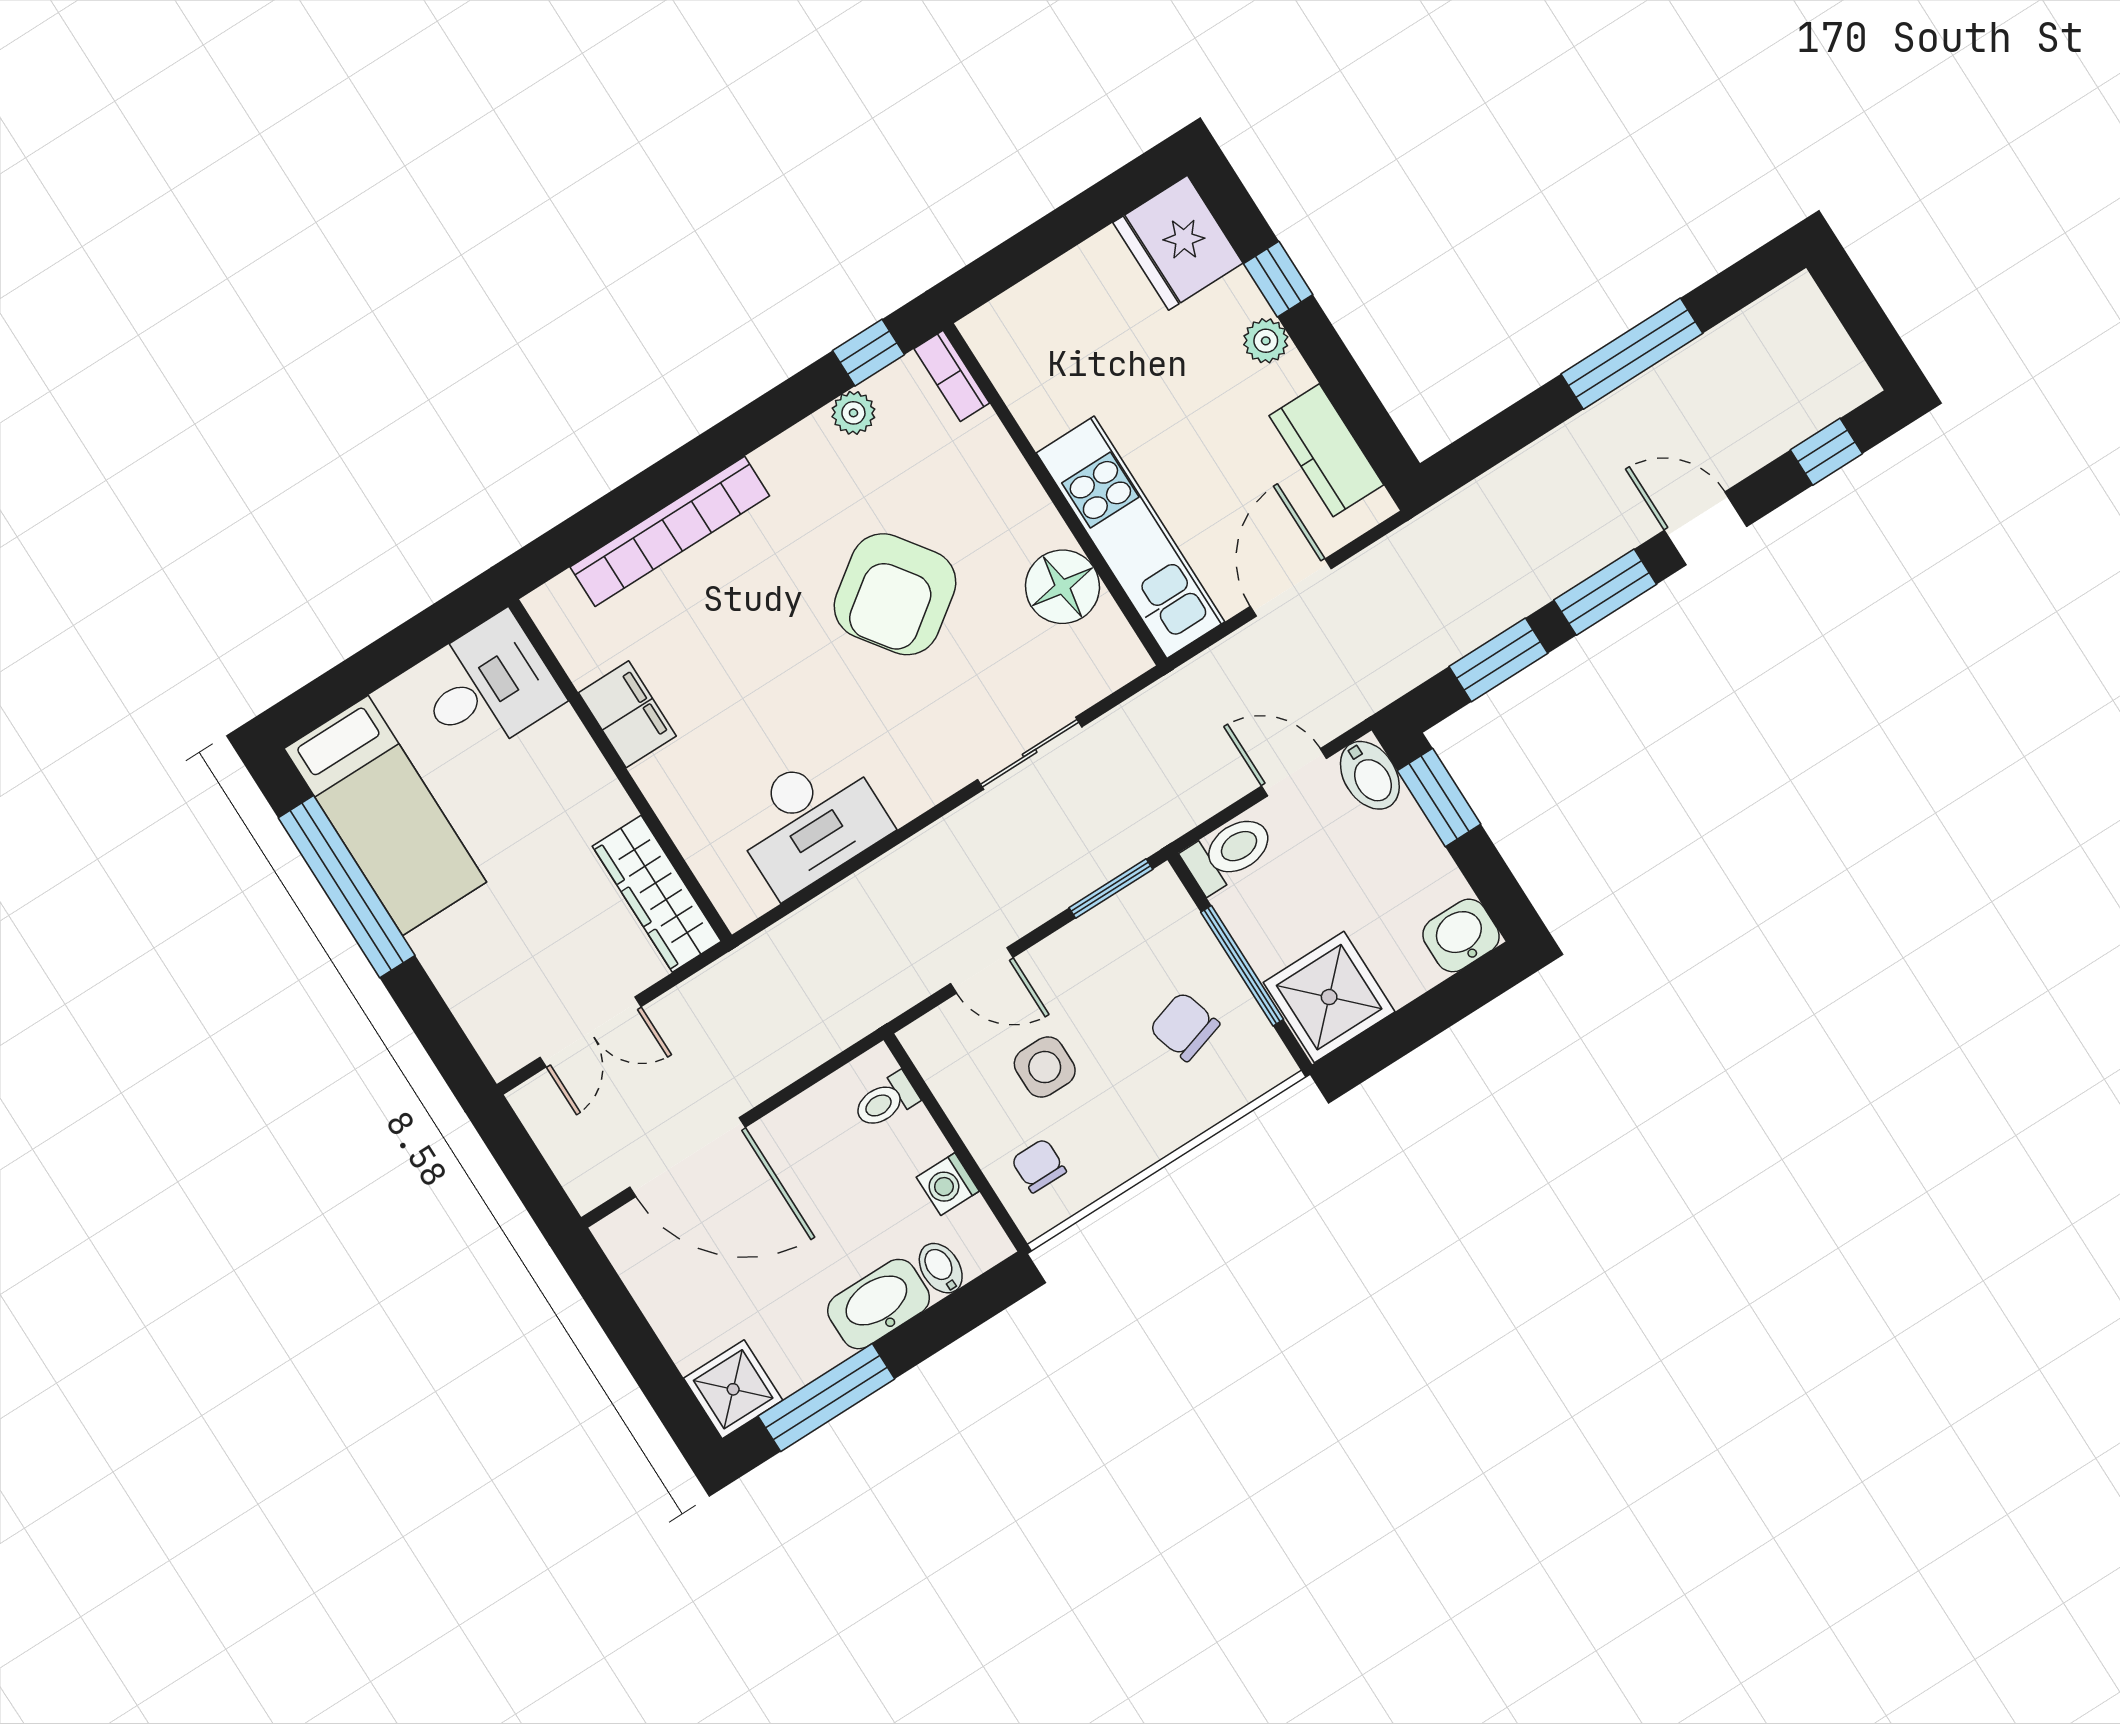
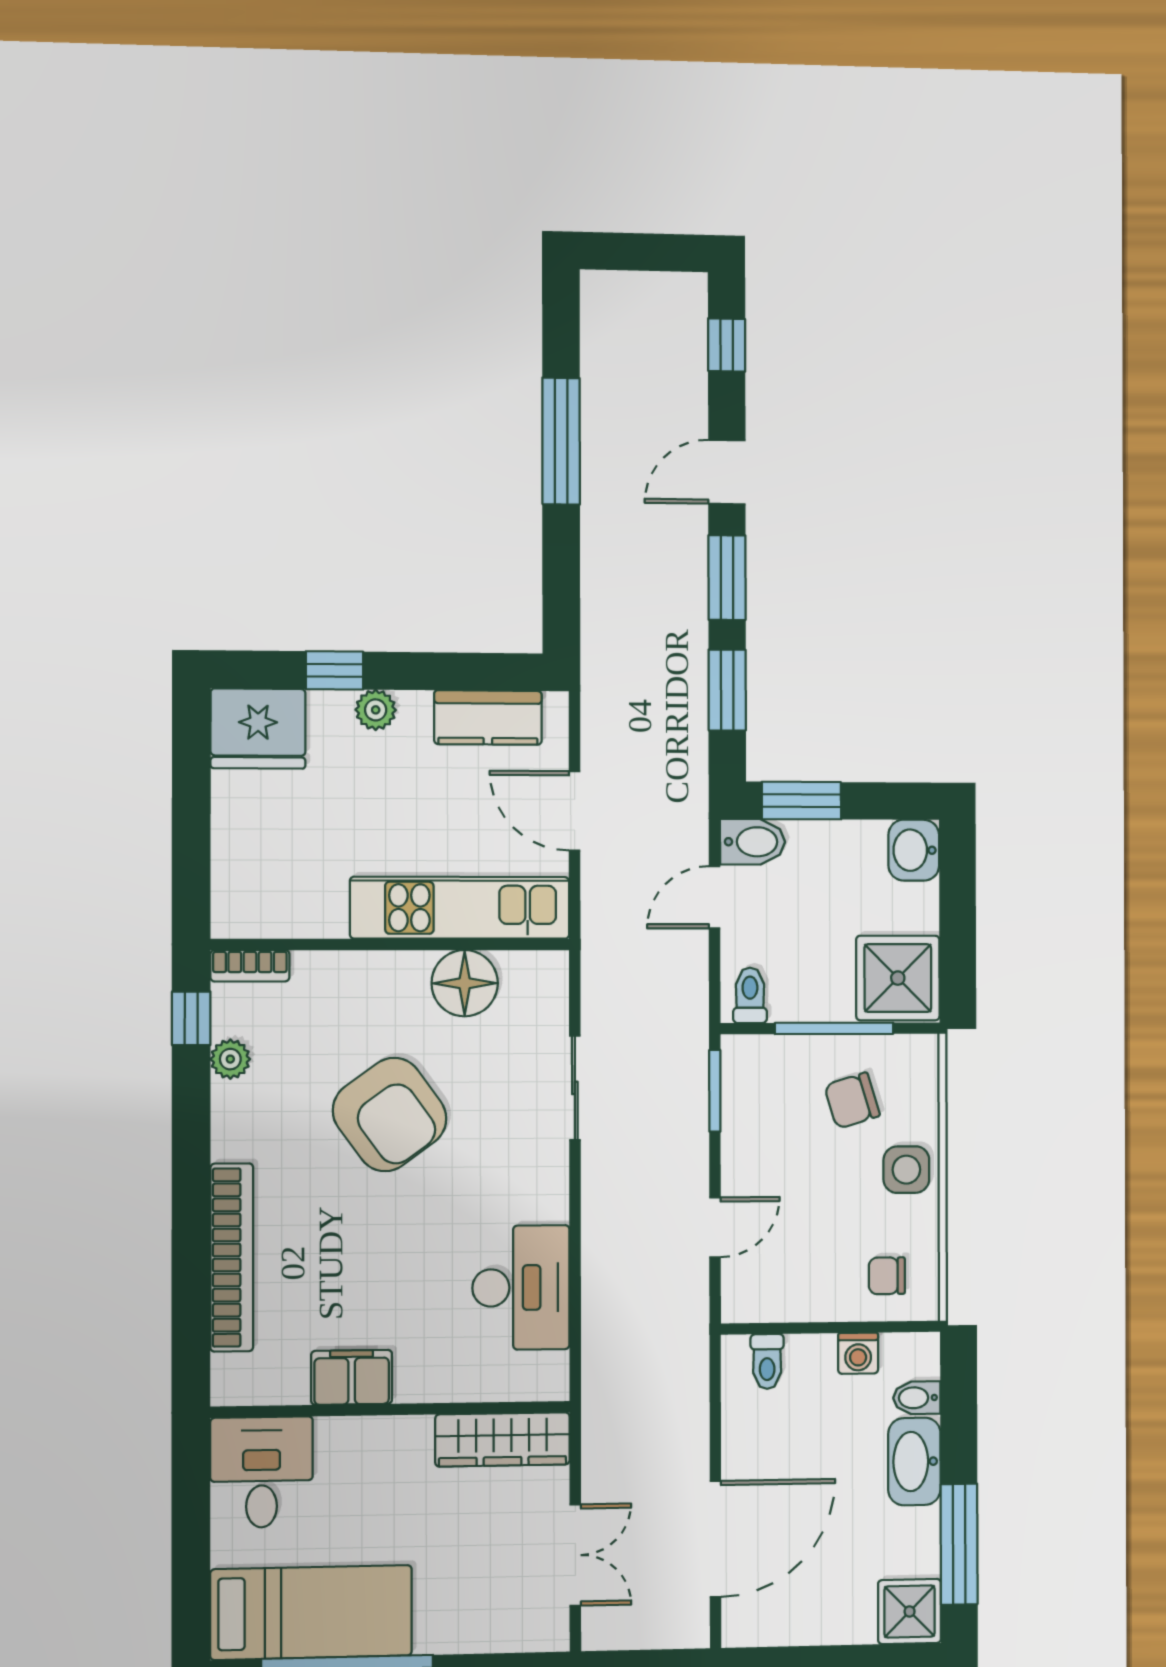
toilet: (1229, 853) -> (750, 995), width x0.73, depth x0.72
side table: (1045, 1067) -> (906, 1170), moved

